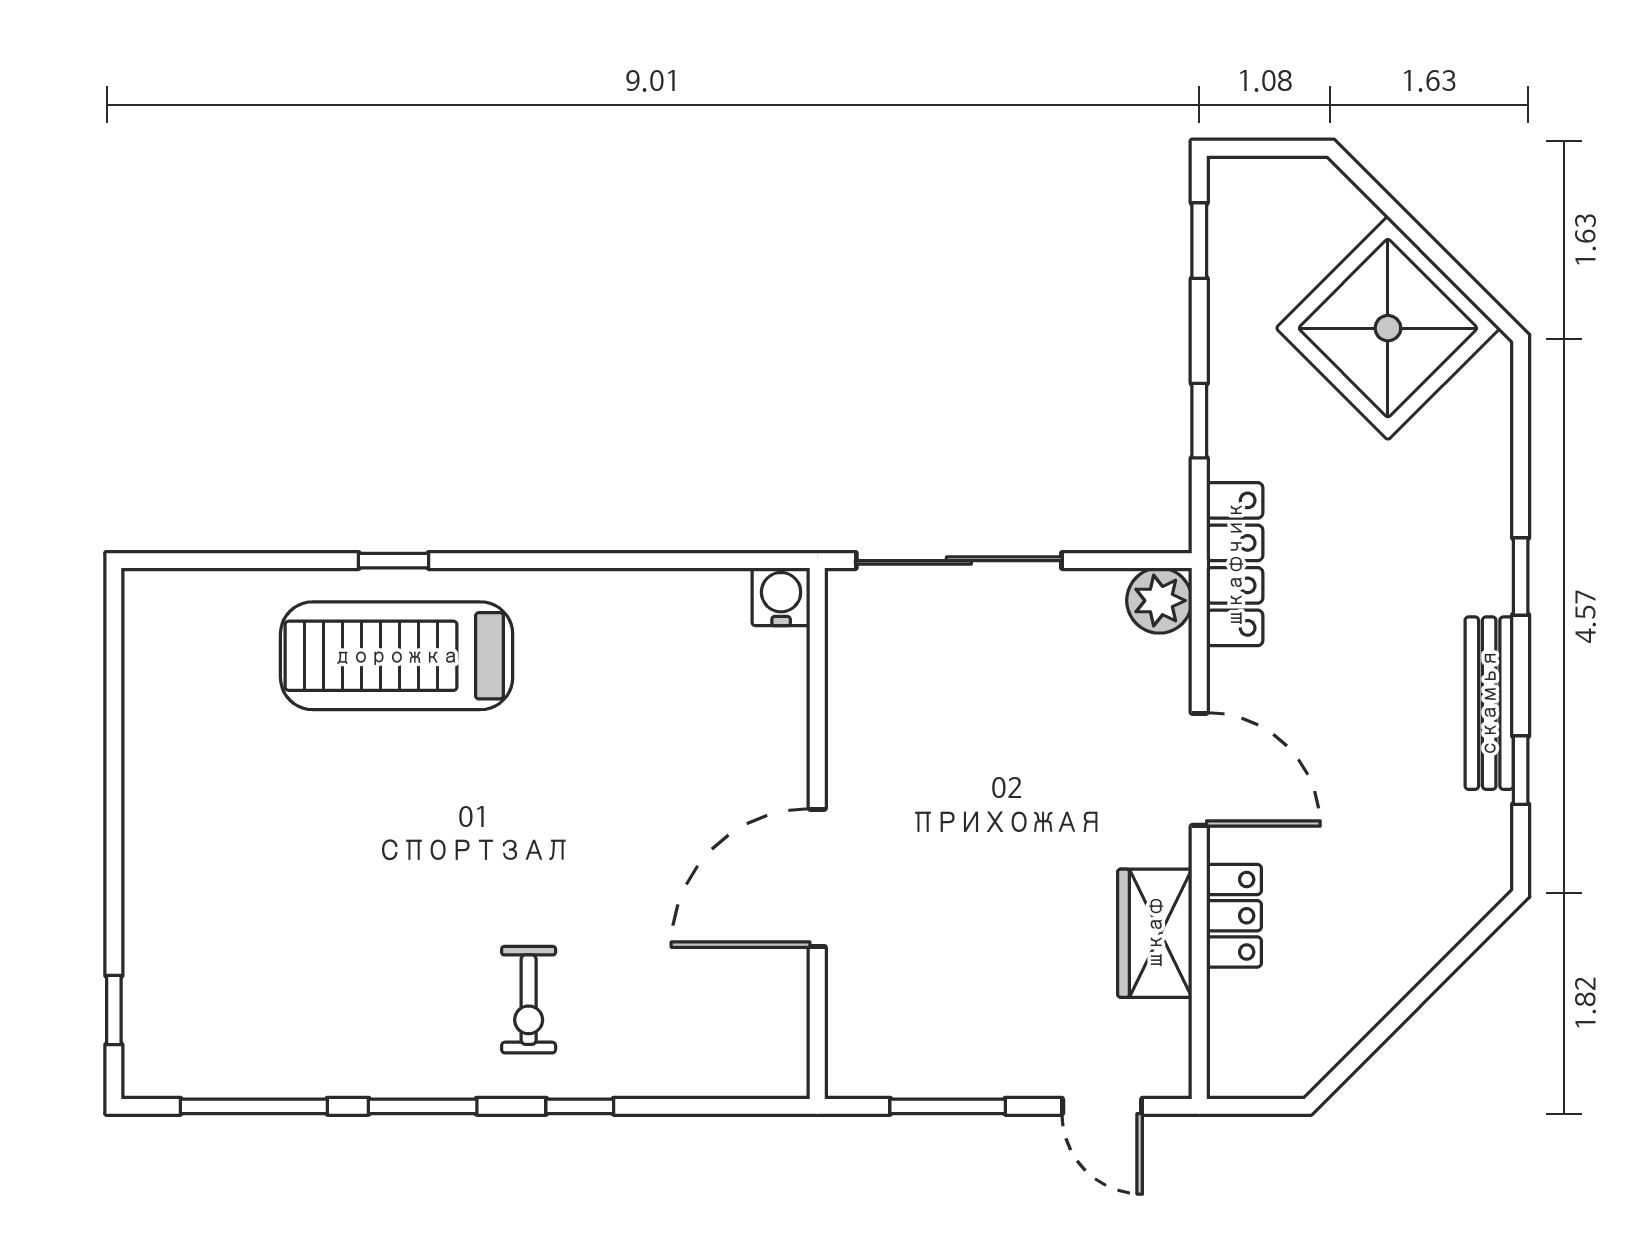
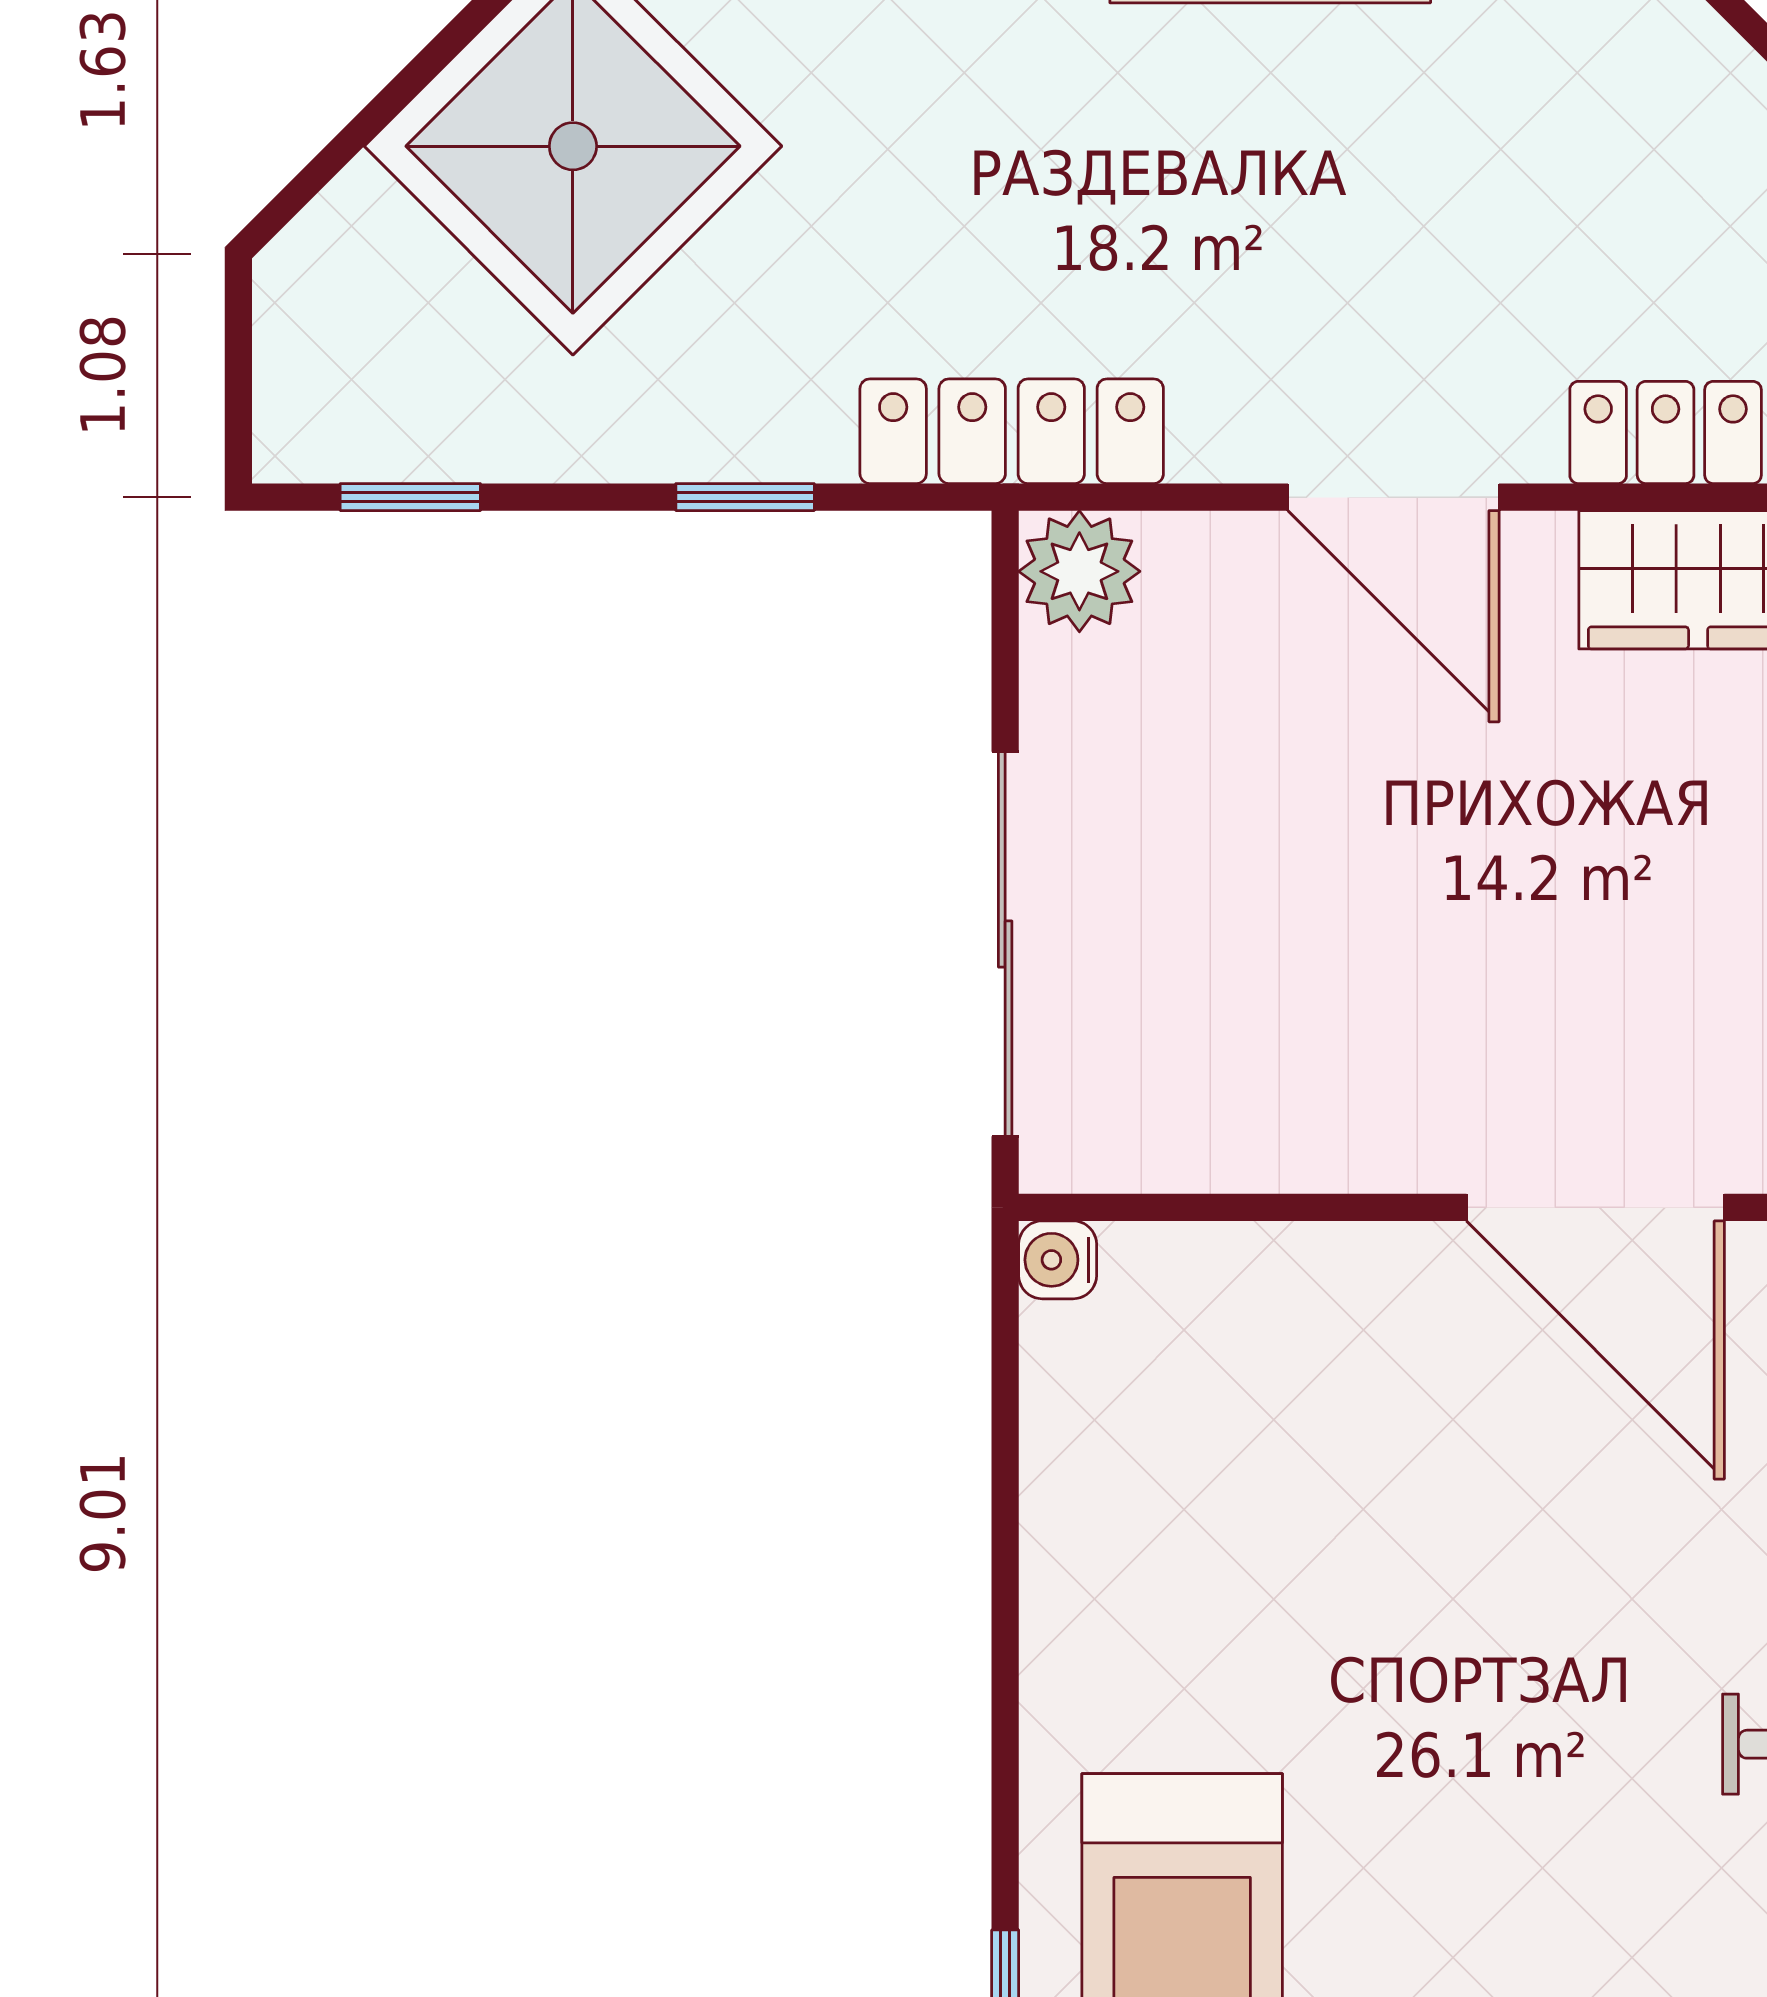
water cooler: (781, 597) -> (1058, 1260), width x0.72, depth x0.72
door: (1199, 769) -> (1393, 497), swing flipped

